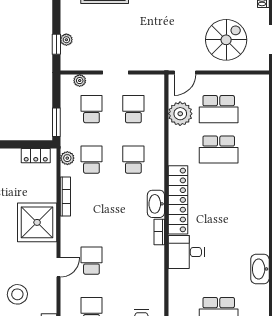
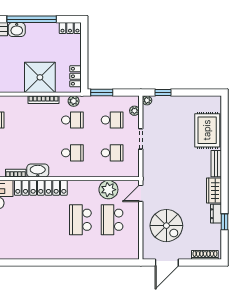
plant: (66, 40) -> (147, 100), moved
door: (185, 73) -> (141, 193), hinge flipped
shower: (37, 222) -> (40, 77), moved

